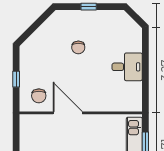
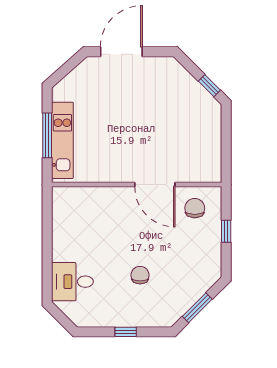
window: (37, 24) -> (197, 308), added
desk: (127, 67) -> (72, 282), moved

